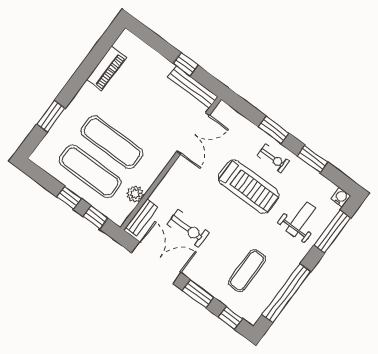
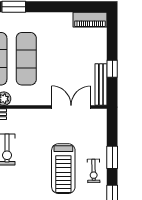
piano: (106, 68) -> (90, 20), moved
double door: (193, 133) -> (71, 107), swing flipped

